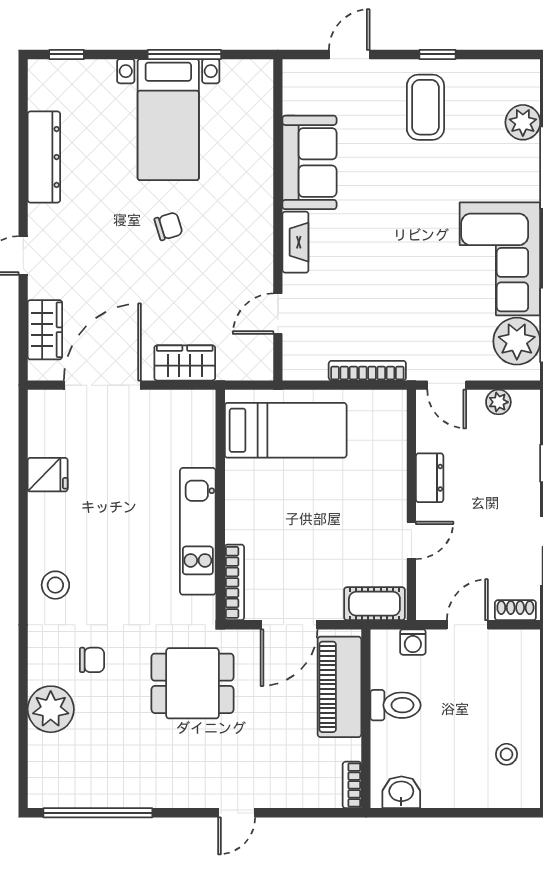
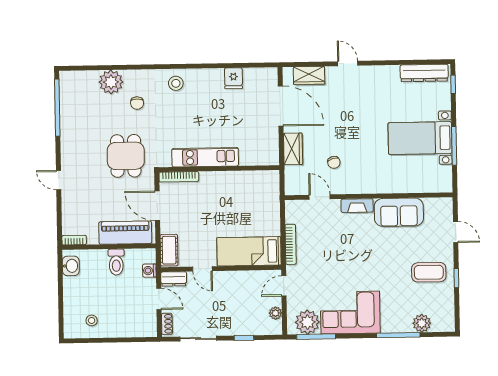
dresser: (44, 157) -> (424, 73), moved
chair: (169, 226) -> (334, 162), moved
bed: (286, 430) -> (249, 251), moved, turned 90
dresser: (430, 478) -> (174, 279), moved

